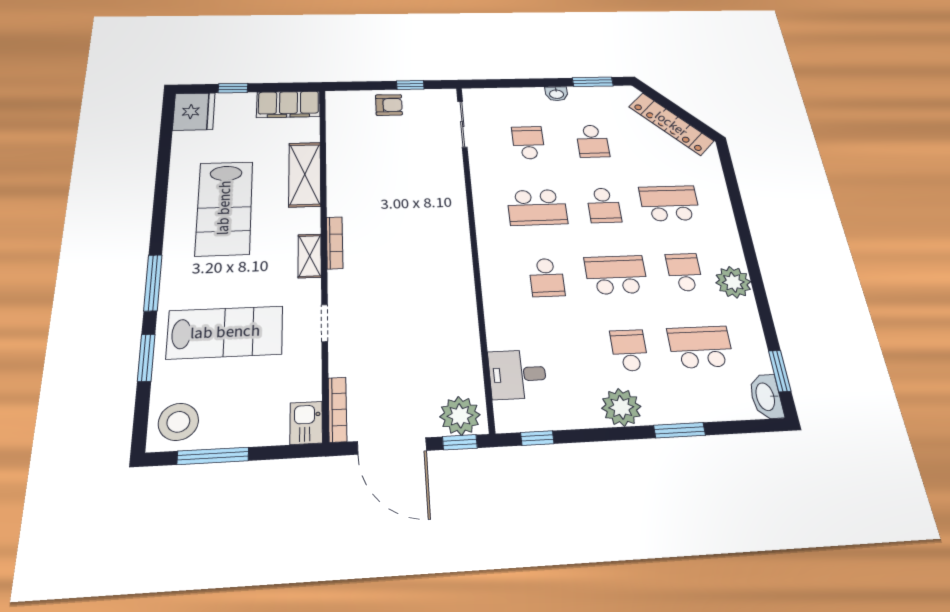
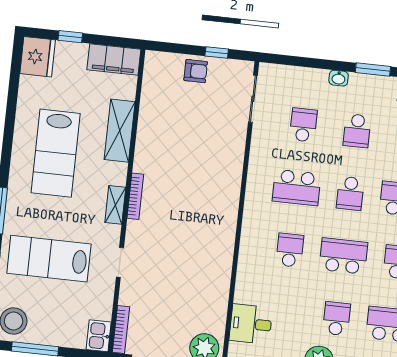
school desk: (547, 277) -> (290, 250), turned 180
lab bench: (225, 332) -> (49, 259), turned 180

